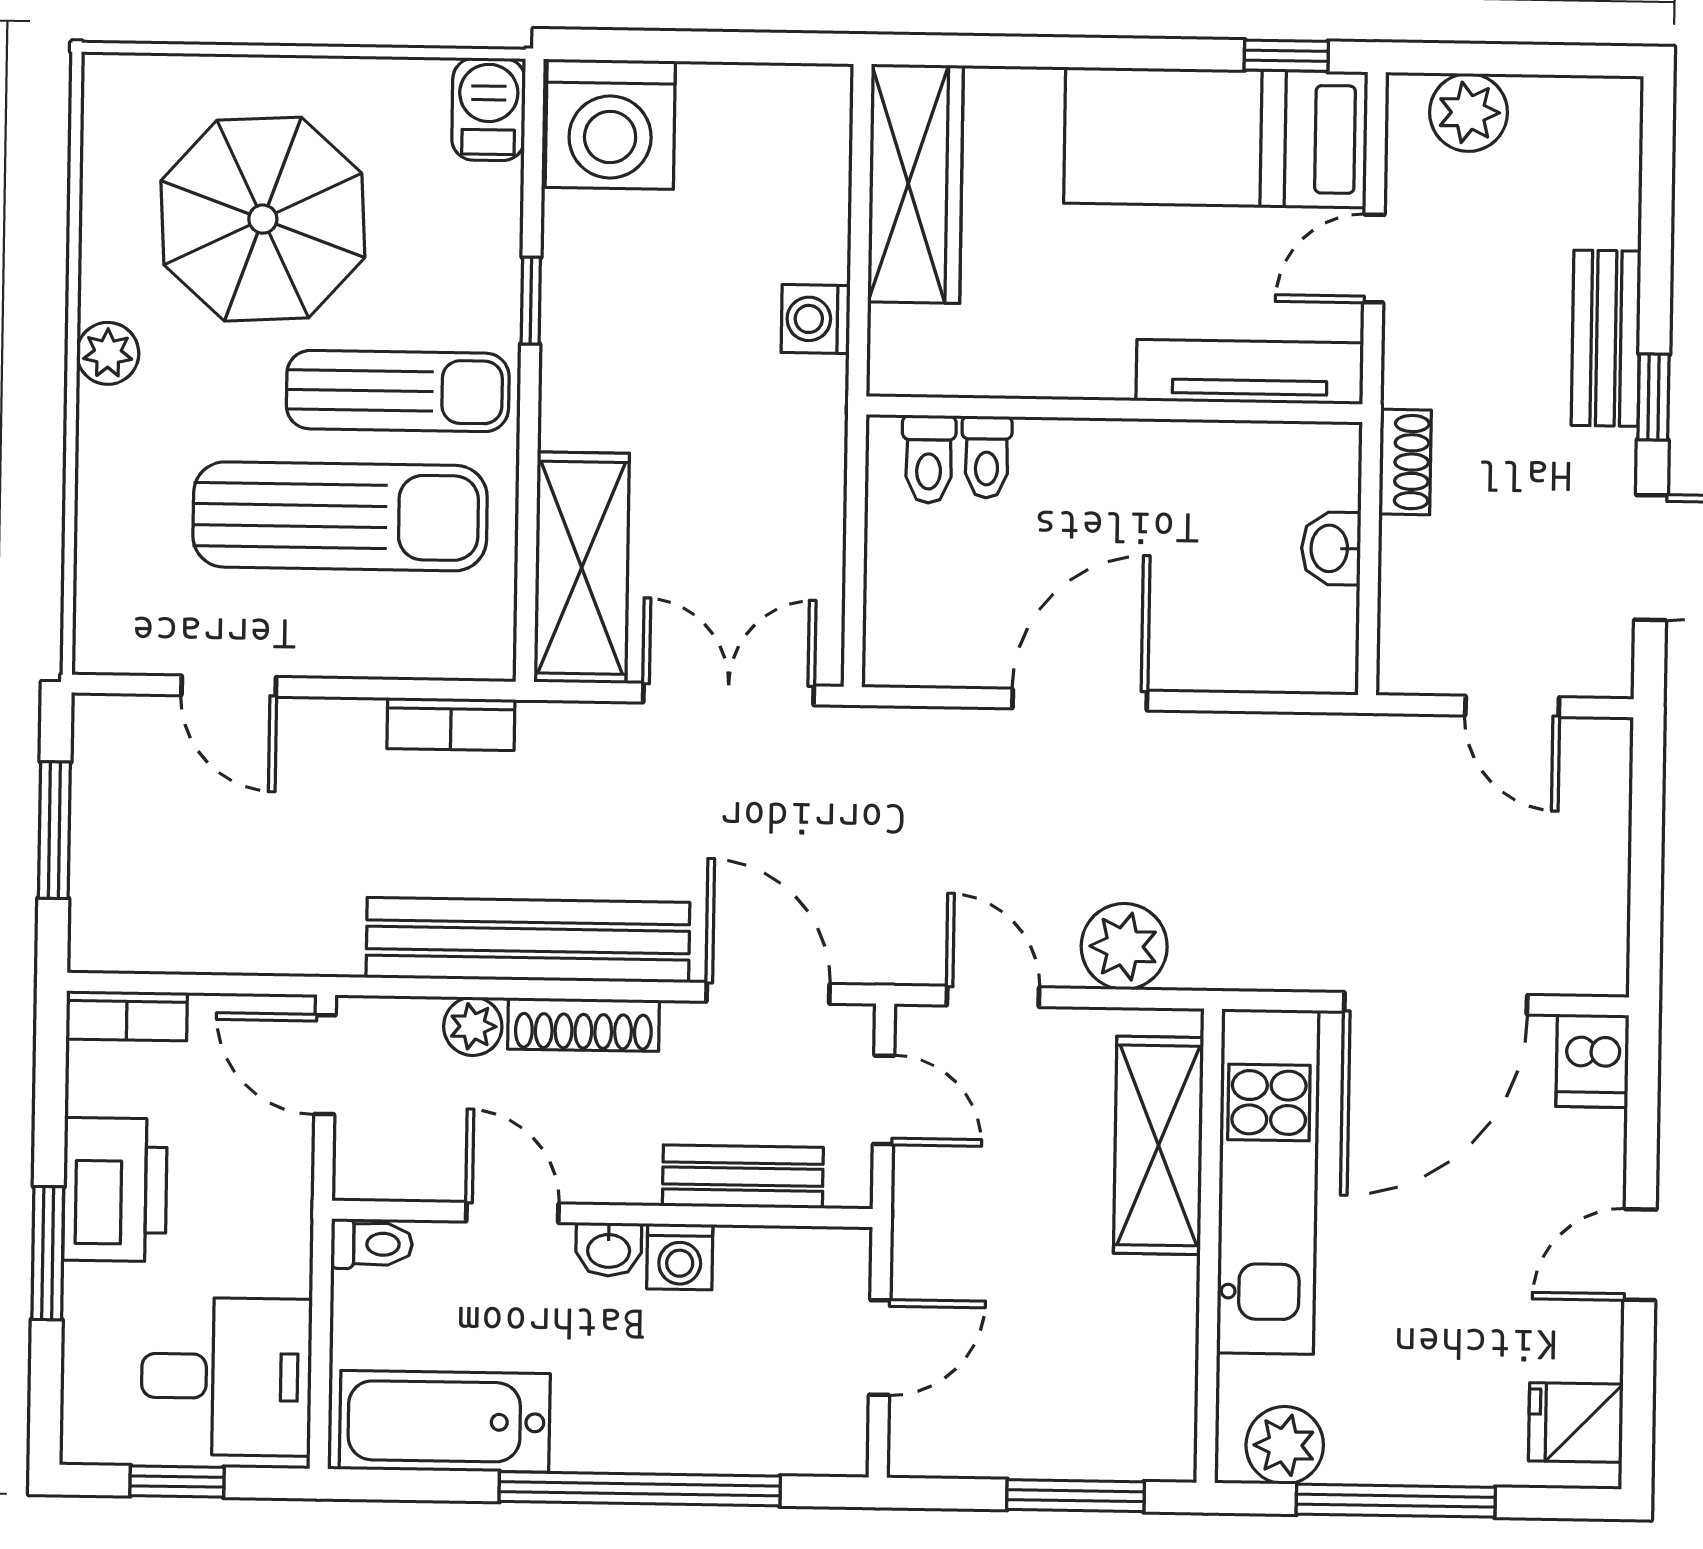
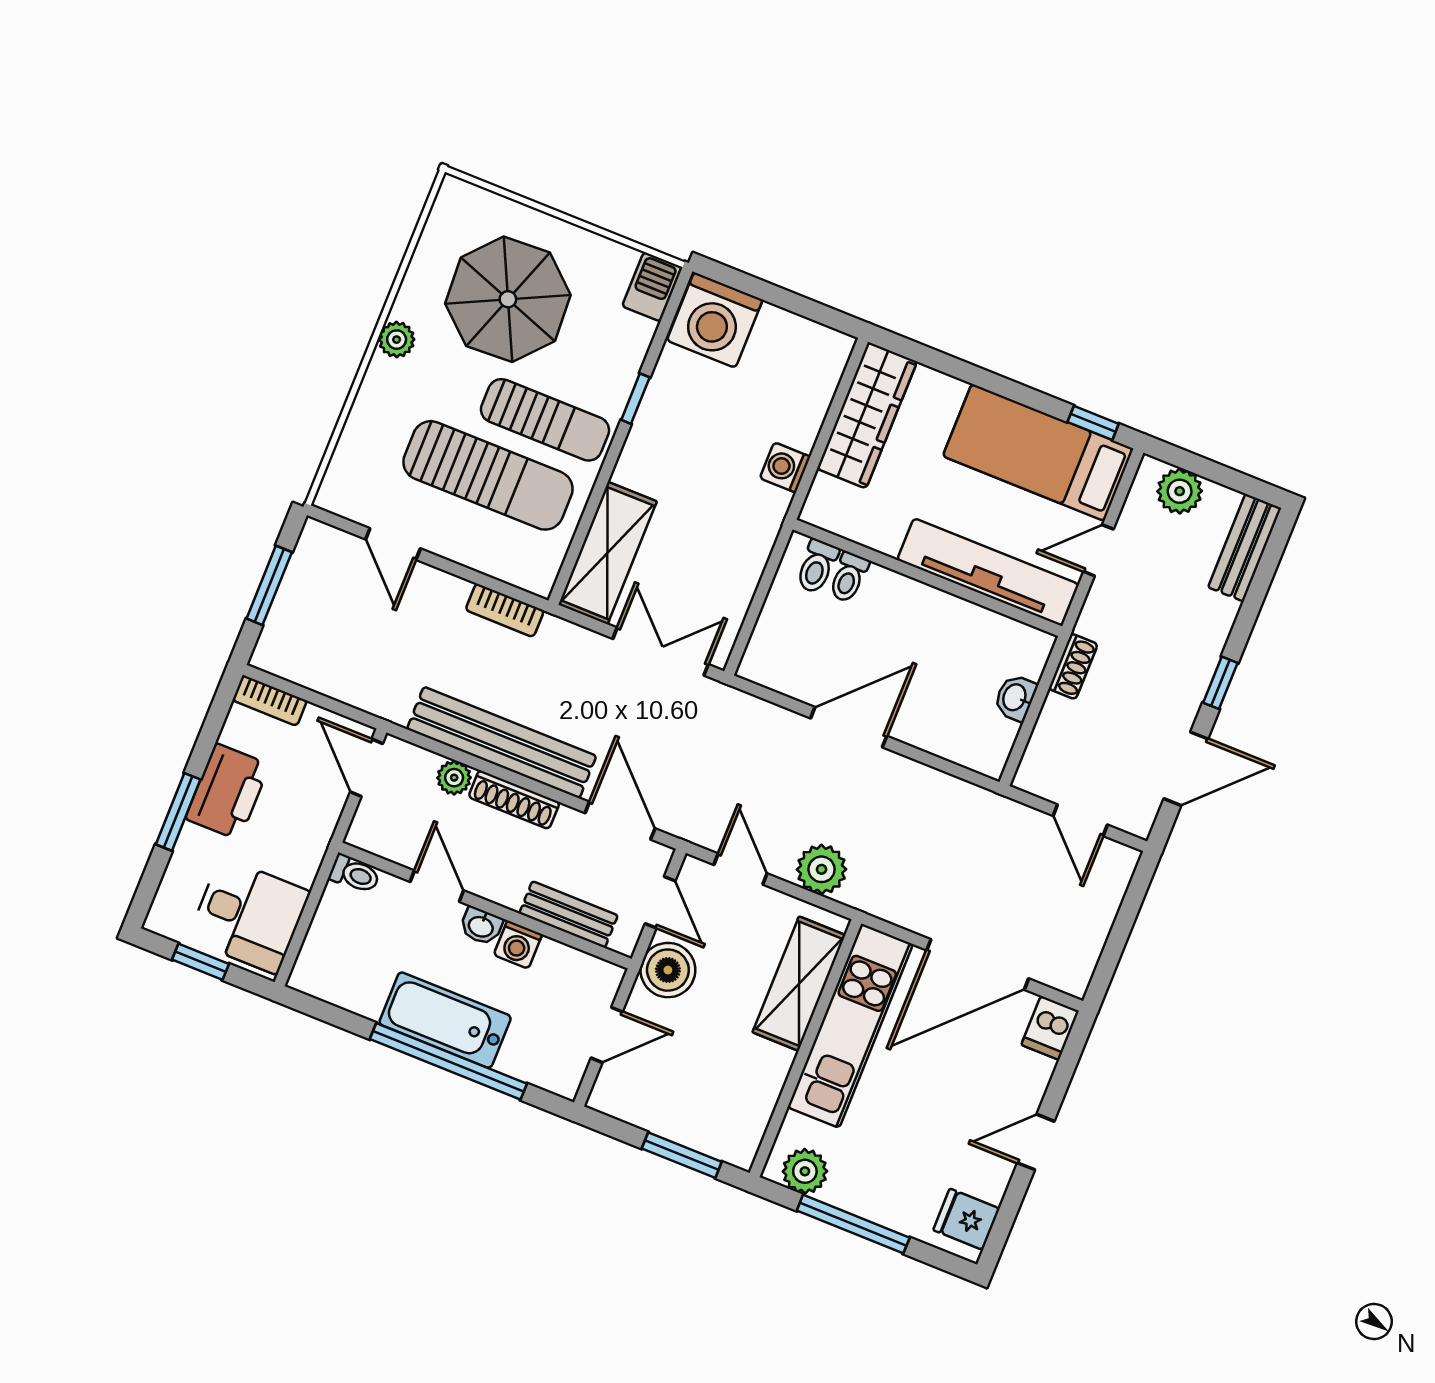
bench: (1606, 338) -> (1245, 548), moved
tv unit: (1250, 372) -> (988, 572), width x1.36, depth x1.29
boiler: (938, 1205) -> (668, 970), added
bathtub: (445, 1421) -> (445, 1020), moved

